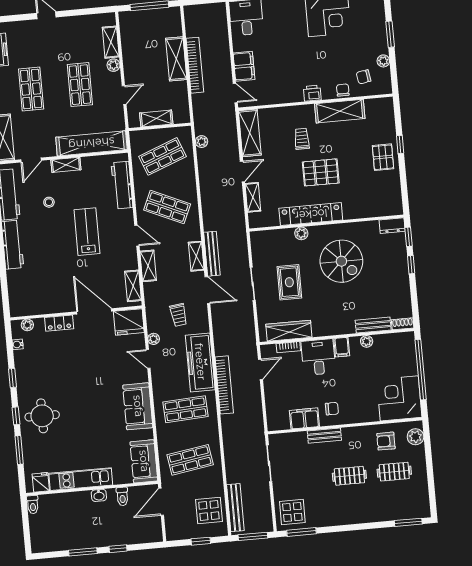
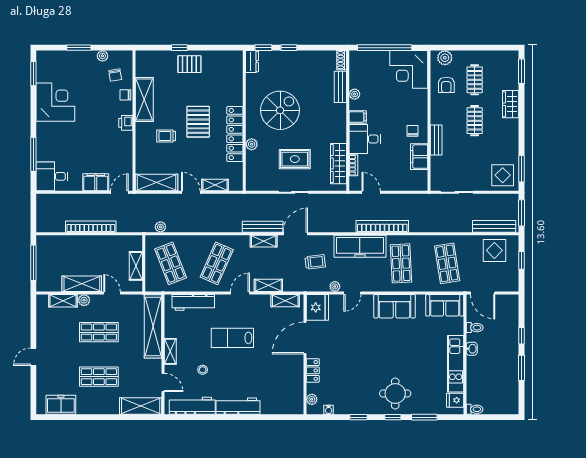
shelving: (176, 59) -> (82, 284), moved
wardrobe: (371, 514) -> (511, 104), added

